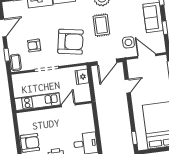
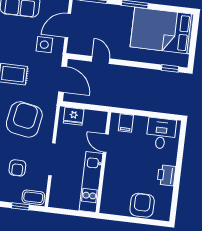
filing cabinet: (87, 116) -> (126, 123), added

